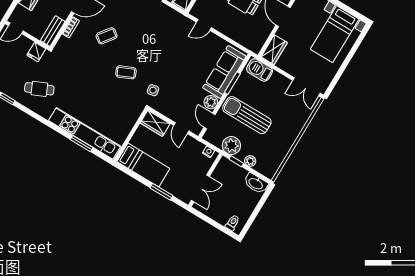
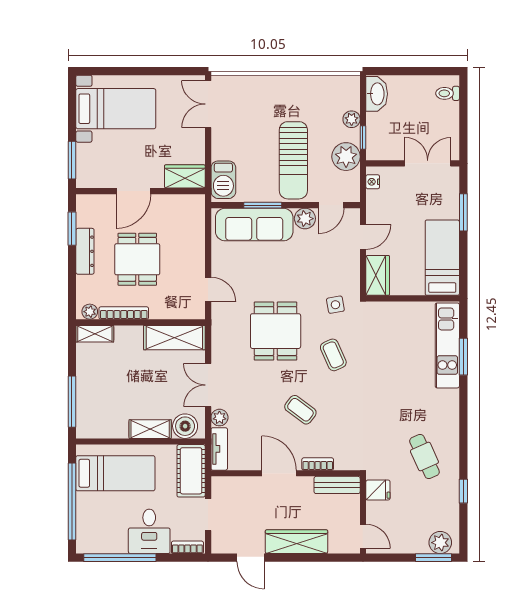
dining table: (158, 48) -> (276, 331), added
double door: (306, 87) -> (208, 104), swing flipped
kitchen unit: (85, 133) -> (447, 345), width x0.73

